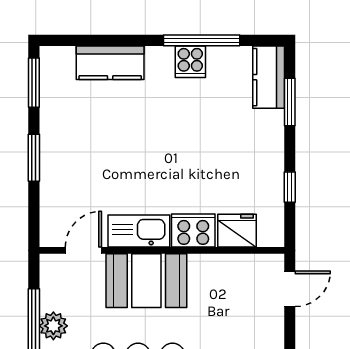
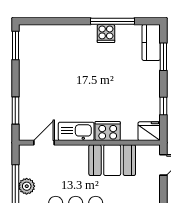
kitchen counter: (110, 63) -> (60, 34), removed
window: (34, 158) -> (15, 111), moved
fridge: (237, 231) -> (149, 131), moved
booth: (146, 281) -> (112, 160), moved

